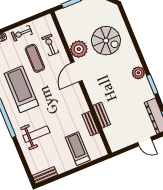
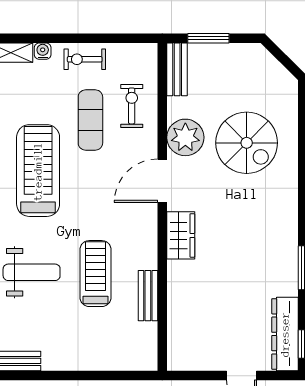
plant: (138, 73) -> (285, 233), removed
wardrobe: (94, 92) -> (181, 235), added
bench: (102, 115) -> (177, 69), moved
treadmill: (78, 149) -> (95, 274), moved

